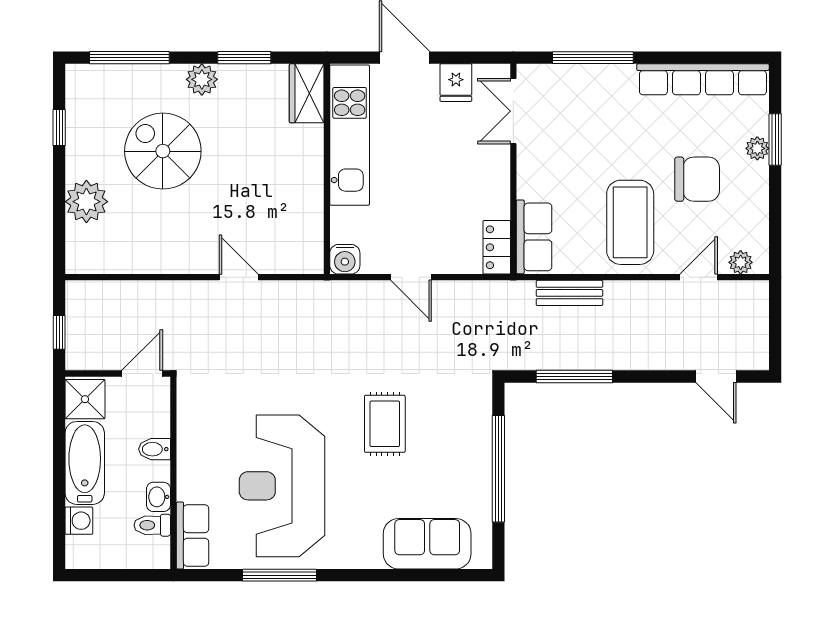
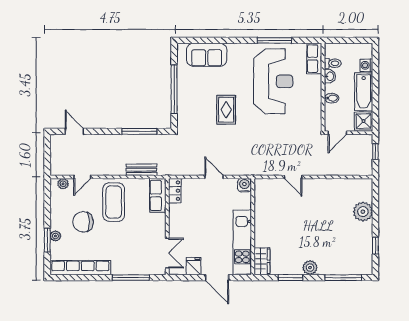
spiral stairs: (163, 151) -> (328, 235), removed

